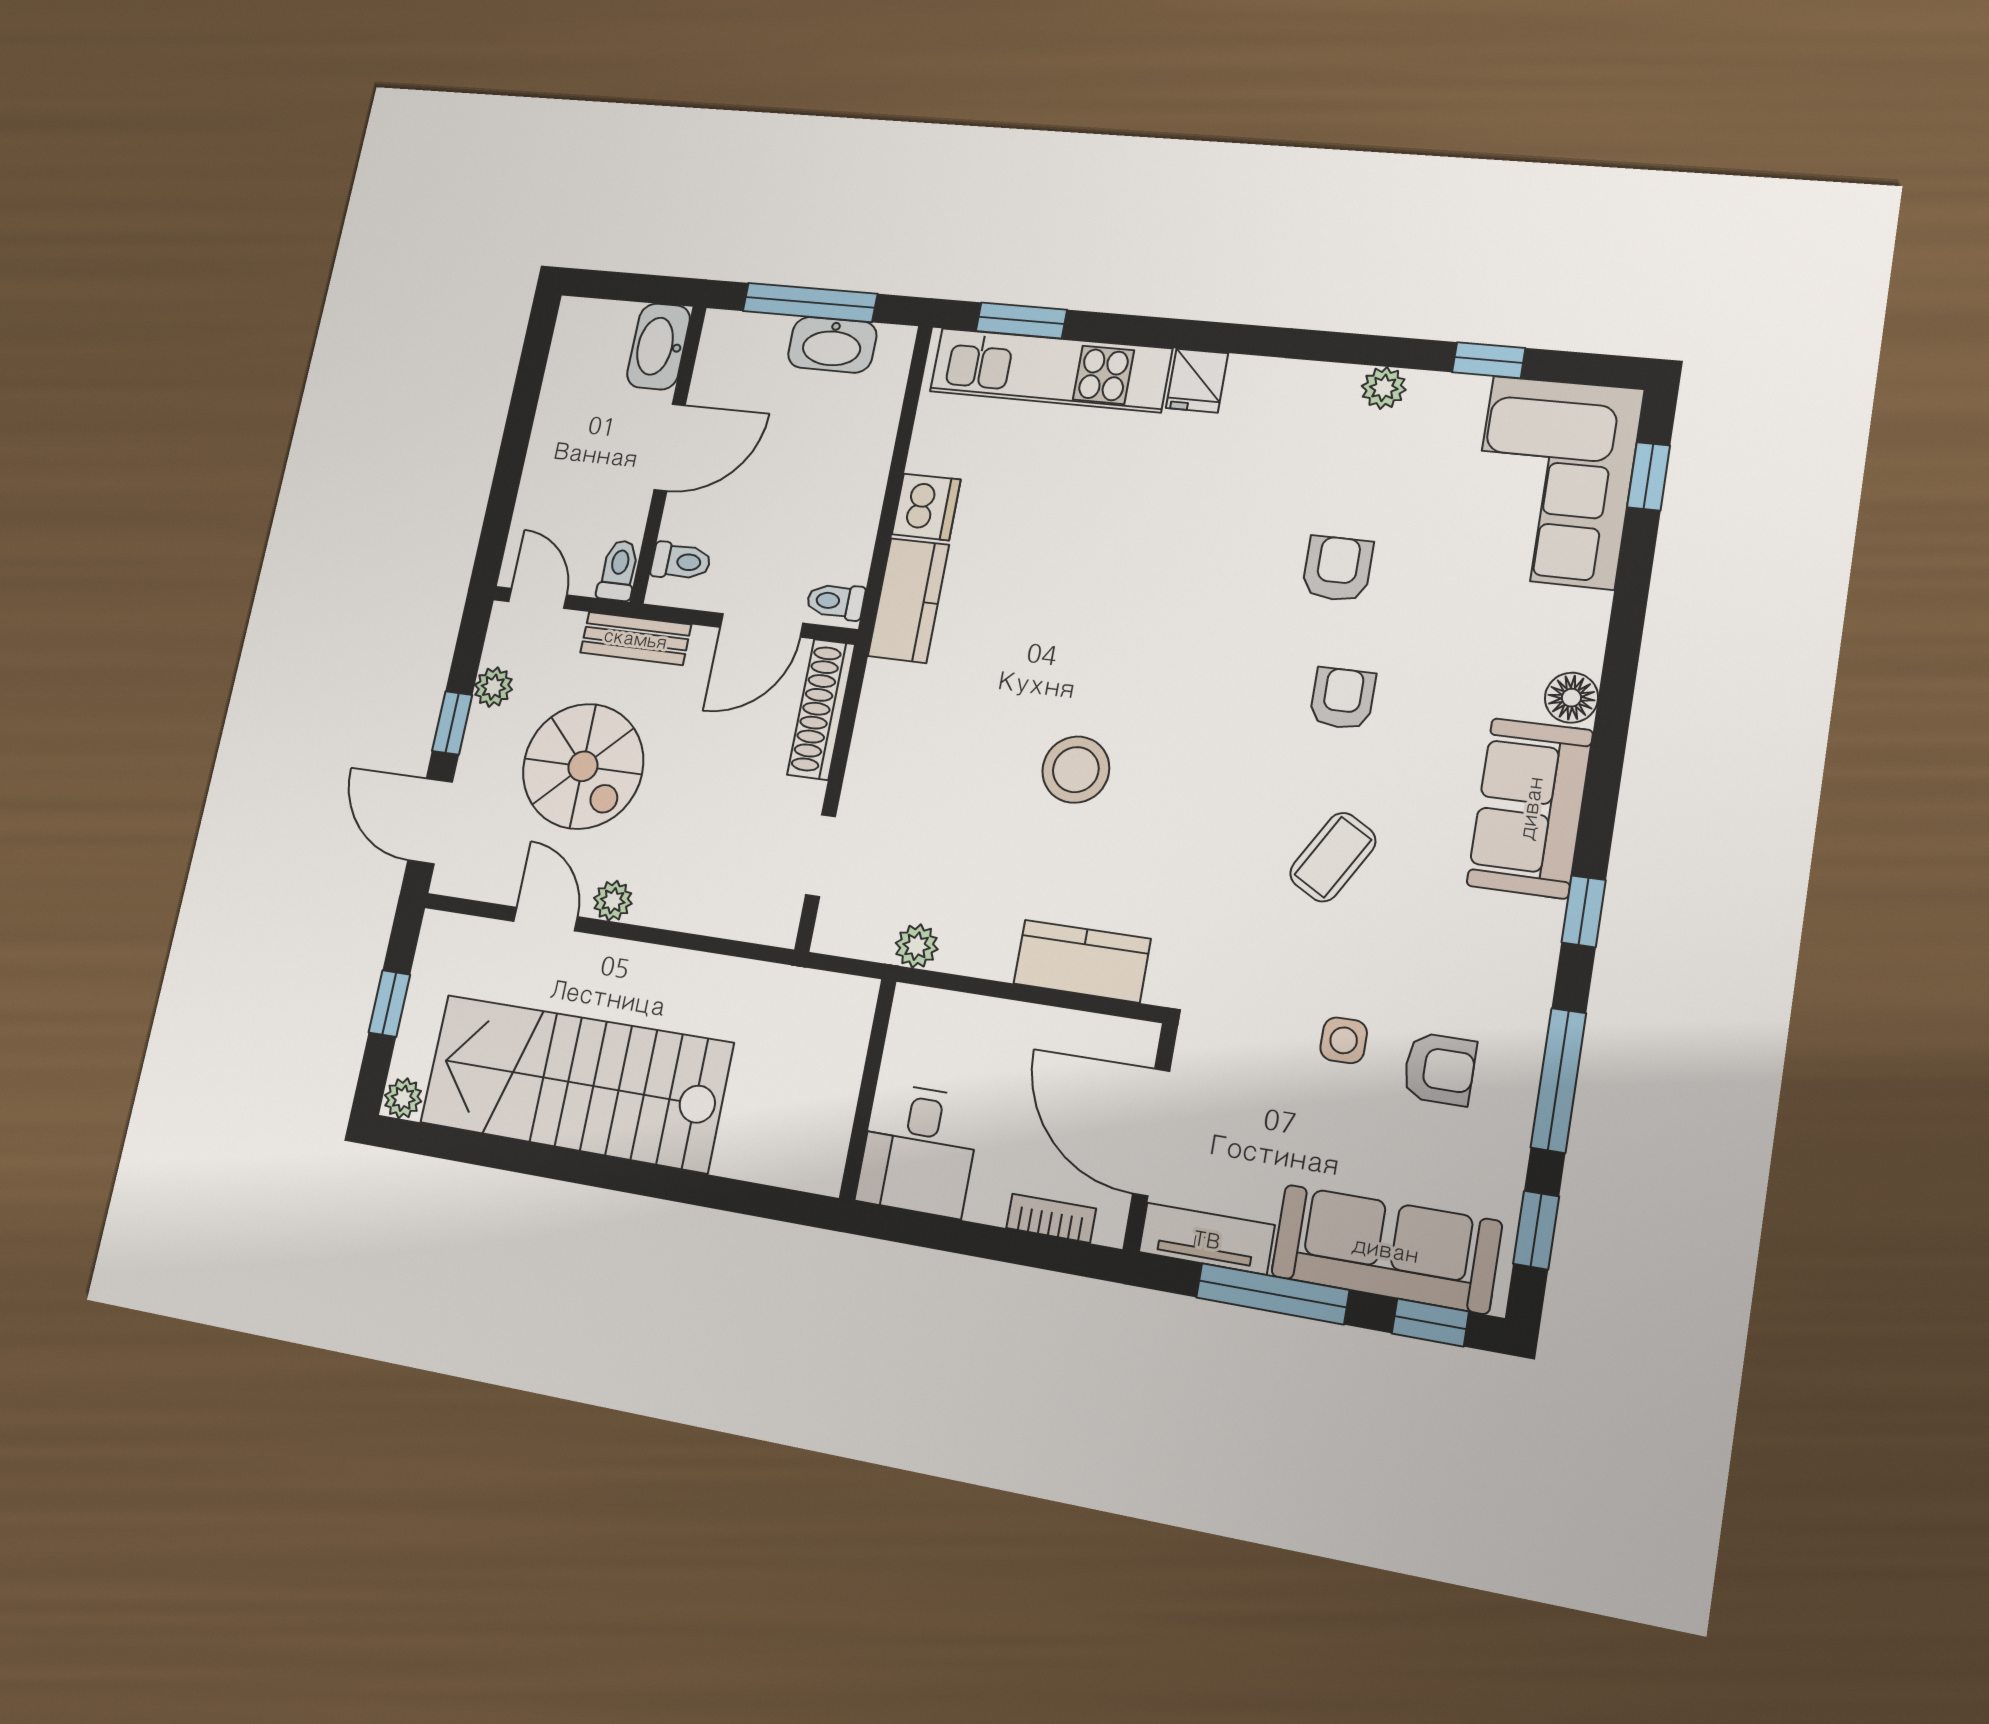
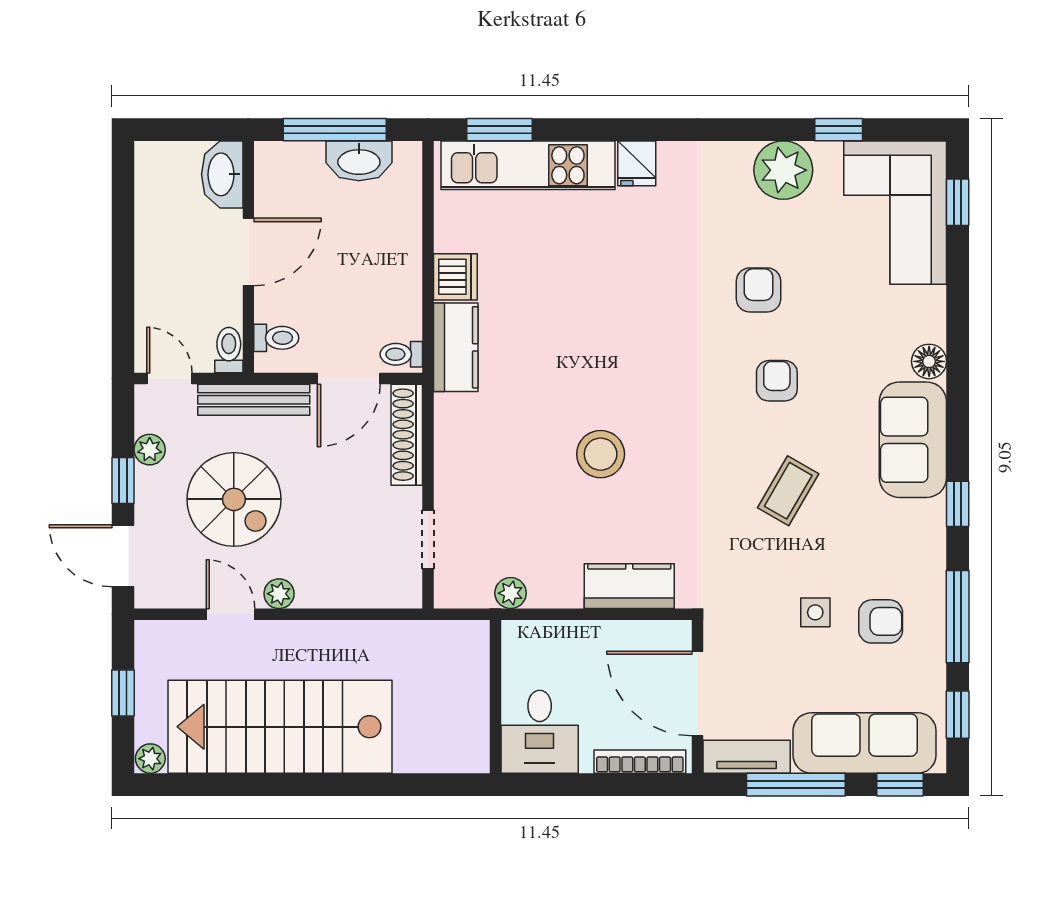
plant: (1384, 388) -> (783, 170), width x1.88, depth x1.88
bench: (636, 638) -> (254, 400), width x1.36
bookcase: (1051, 1218) -> (640, 762), width x1.56

